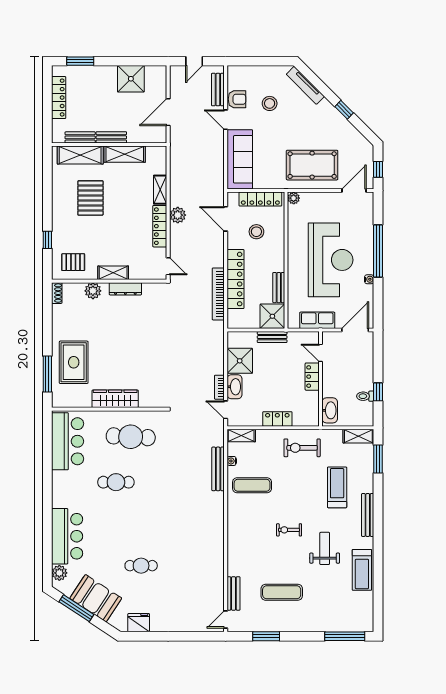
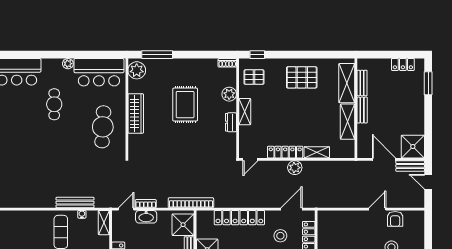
shower: (131, 79) -> (413, 147), moved
bench: (218, 90) -> (410, 166), moved
locker: (59, 98) -> (403, 64), width x0.66
sofa: (240, 159) -> (343, 221), removed
pallet: (90, 198) -> (302, 77), moved
window: (47, 240) -> (257, 55), moved
pallet: (73, 262) -> (254, 77), turned 90
dresser: (125, 289) -> (231, 122), width x0.70
bookcase: (218, 294) -> (191, 203), moved
shower: (240, 361) -> (183, 225), moved
rug: (74, 362) -> (185, 105), moved, turned 90
plant: (65, 398) -> (137, 70), added
plant: (58, 477) -> (68, 64), added
cafe table: (116, 482) -> (54, 104), moved

